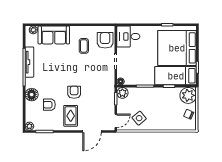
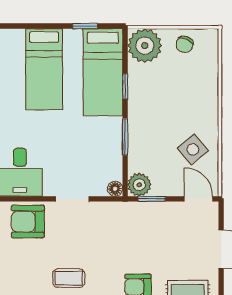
coffee table: (84, 46) -> (69, 278), moved
bed: (177, 48) -> (44, 69), width x0.49

